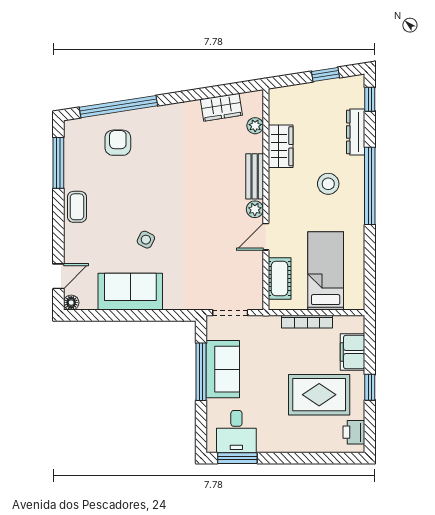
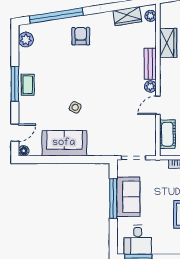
plant: (255, 126) -> (151, 16), moved
plant: (74, 141) -> (26, 40), added
armchair: (118, 143) -> (81, 36), moved
window: (58, 163) -> (15, 84), moved

